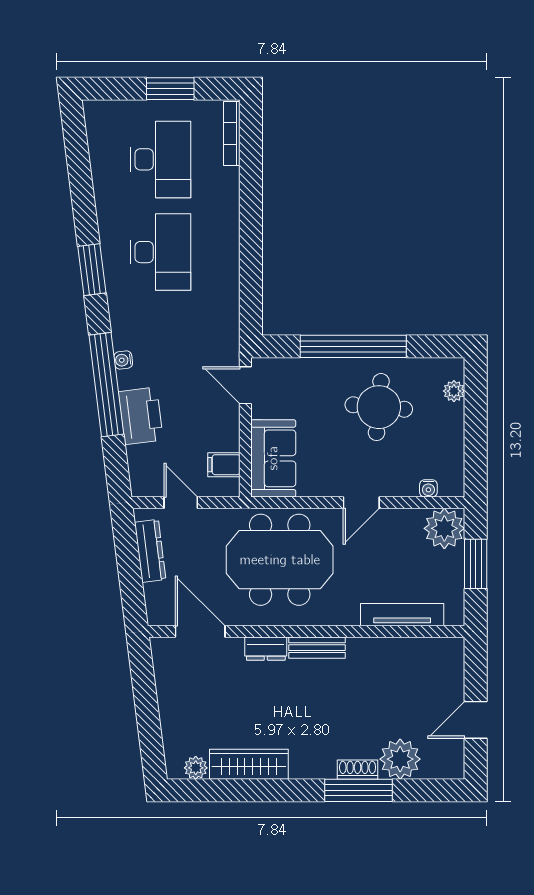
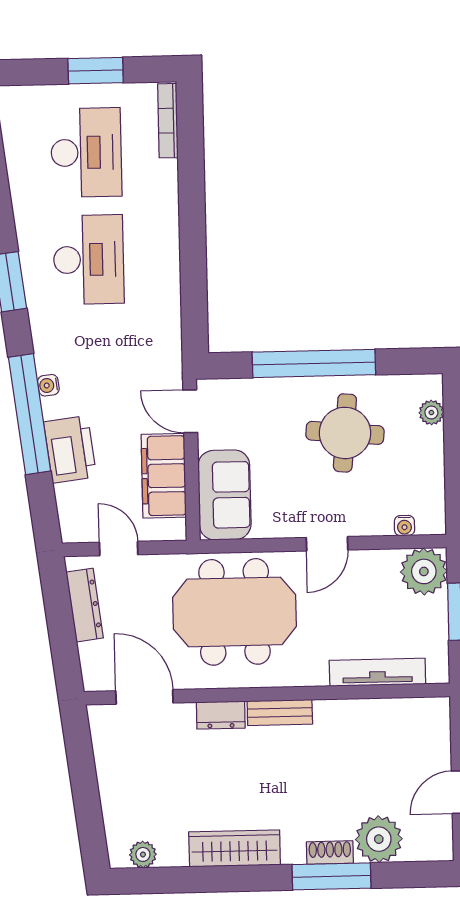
filing cabinet: (224, 465) -> (164, 476), width x3.00, depth x1.17
wardrobe: (249, 764) -> (235, 848), moved

